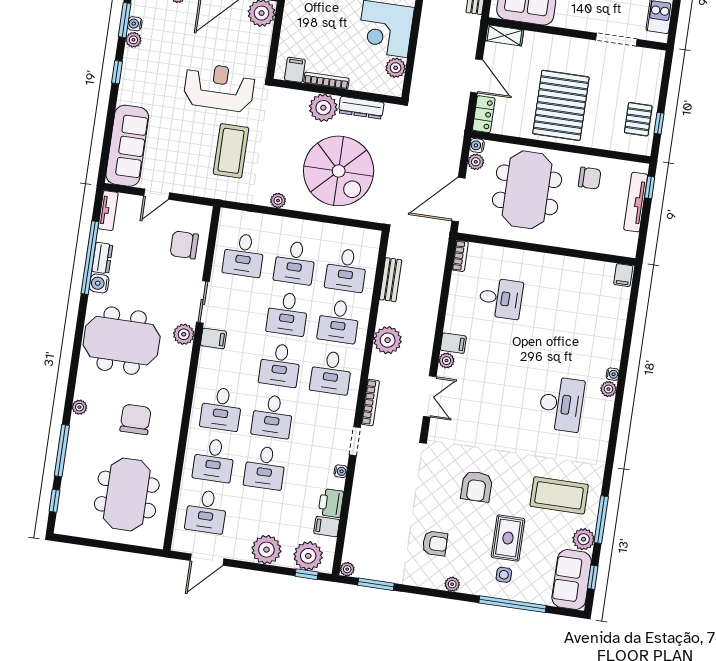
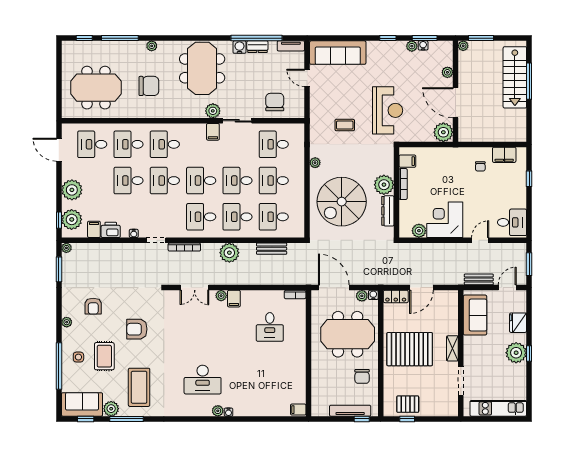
shelving: (505, 35) -> (452, 348), moved
coffee table: (231, 151) -> (345, 125), width x0.54, depth x0.58
rug: (508, 538) -> (104, 356), turned 90

